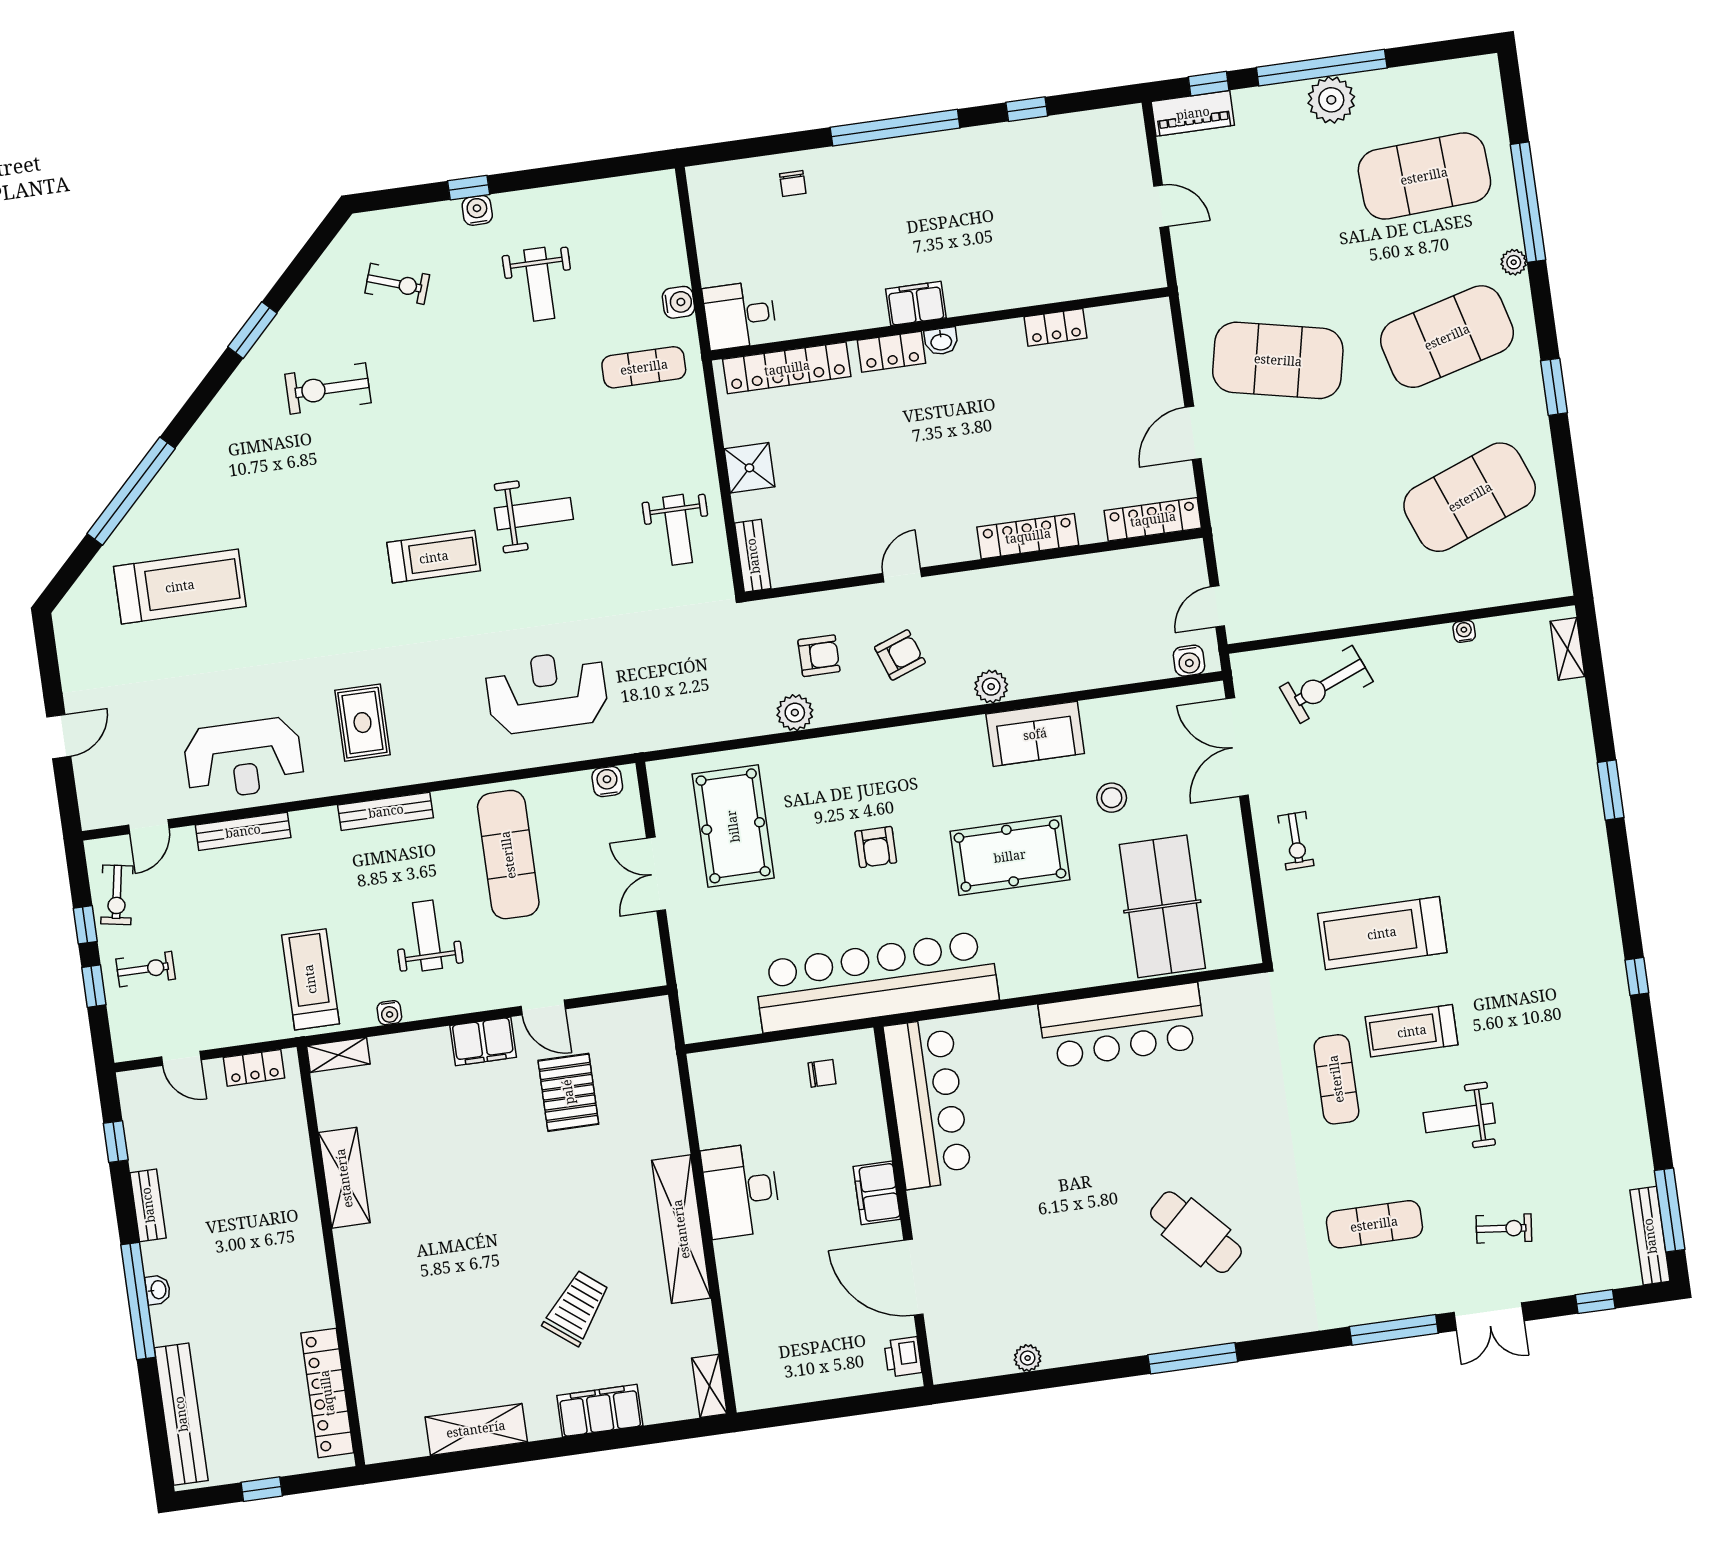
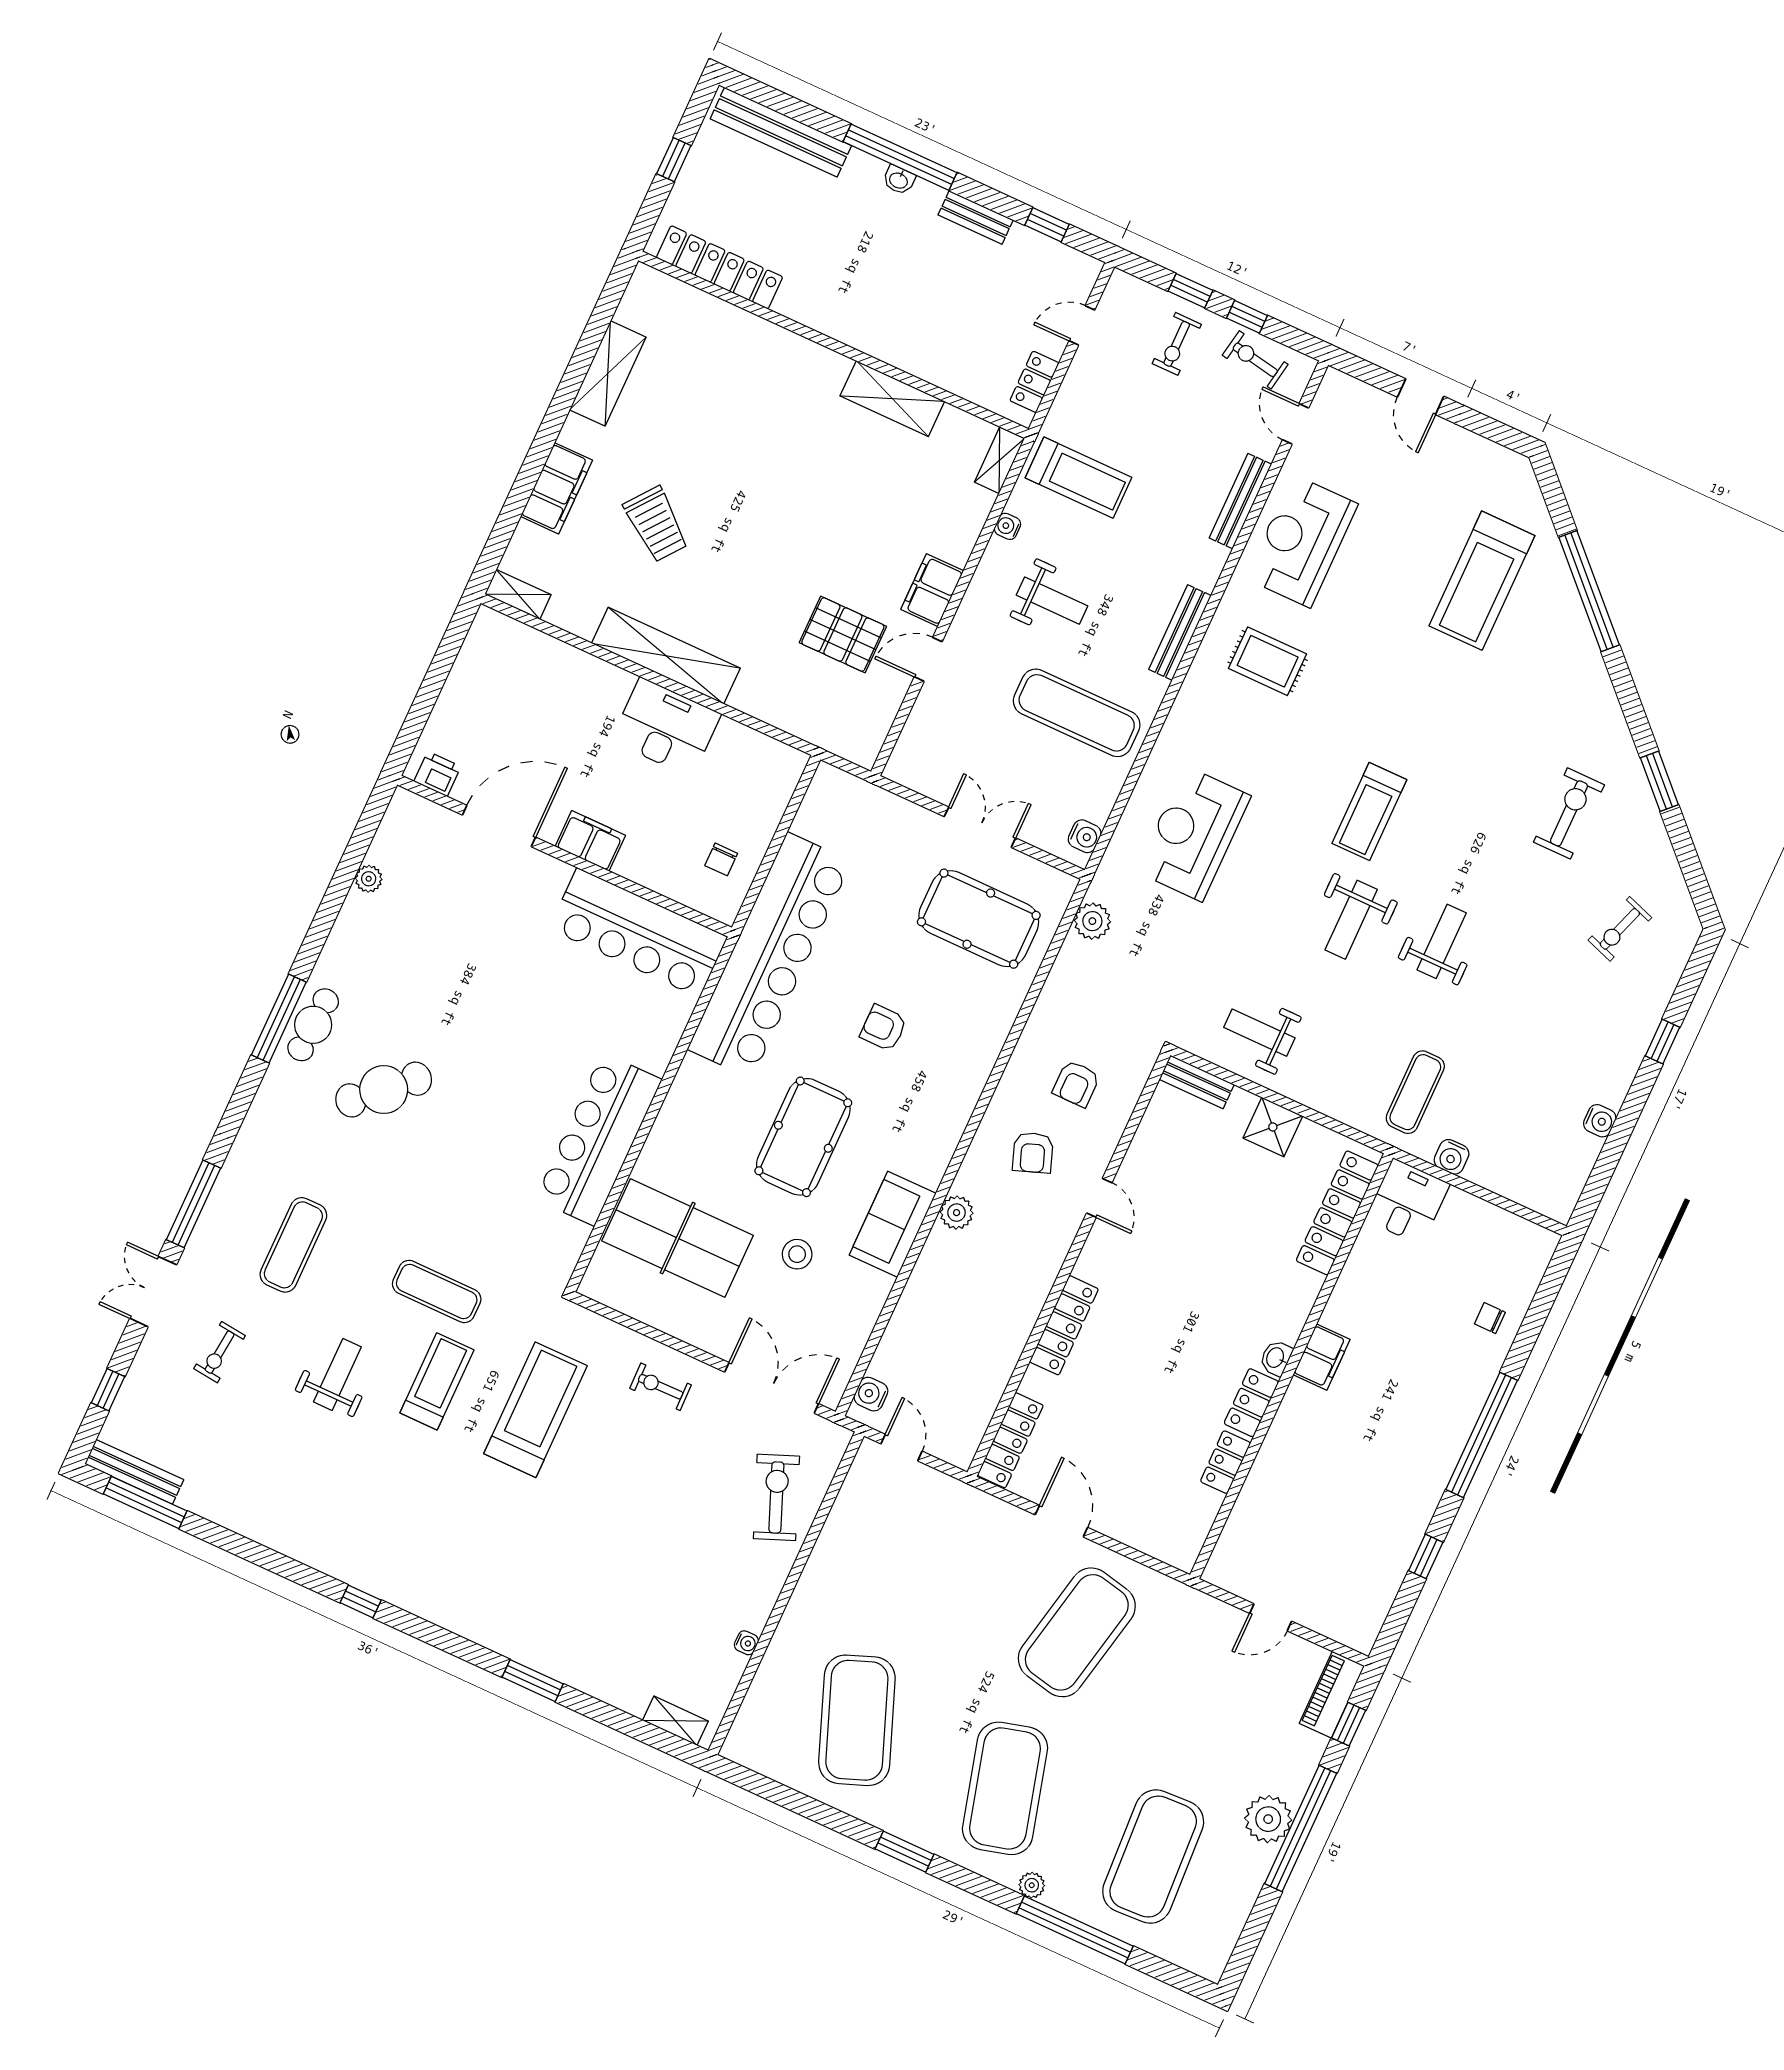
water cooler: (477, 210) -> (1600, 1121), moved
weight bench: (539, 284) -> (1442, 941), moved, turned 90
locker: (891, 352) -> (1251, 1403), moved
reception desk: (547, 692) -> (1193, 834), turned 180
plant: (795, 713) -> (1092, 921), moved
cafe table: (1180, 1326) -> (313, 1025), added

